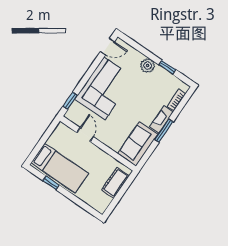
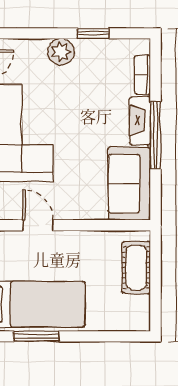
window: (164, 131) -> (155, 135), width x1.44
window: (51, 183) -> (36, 336), width x1.50

